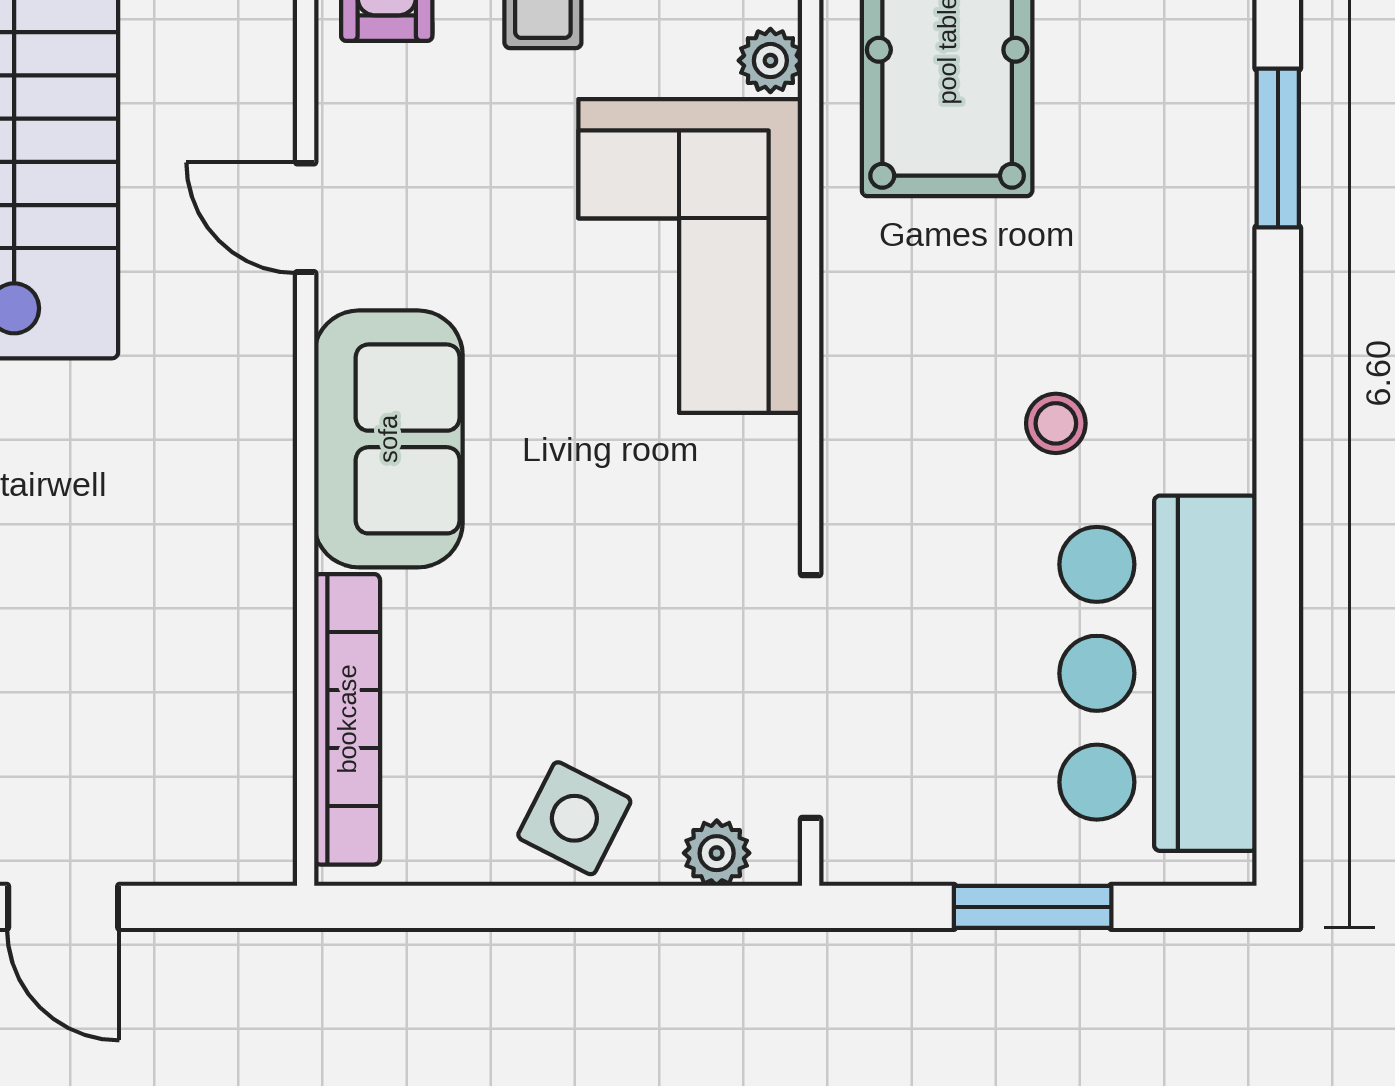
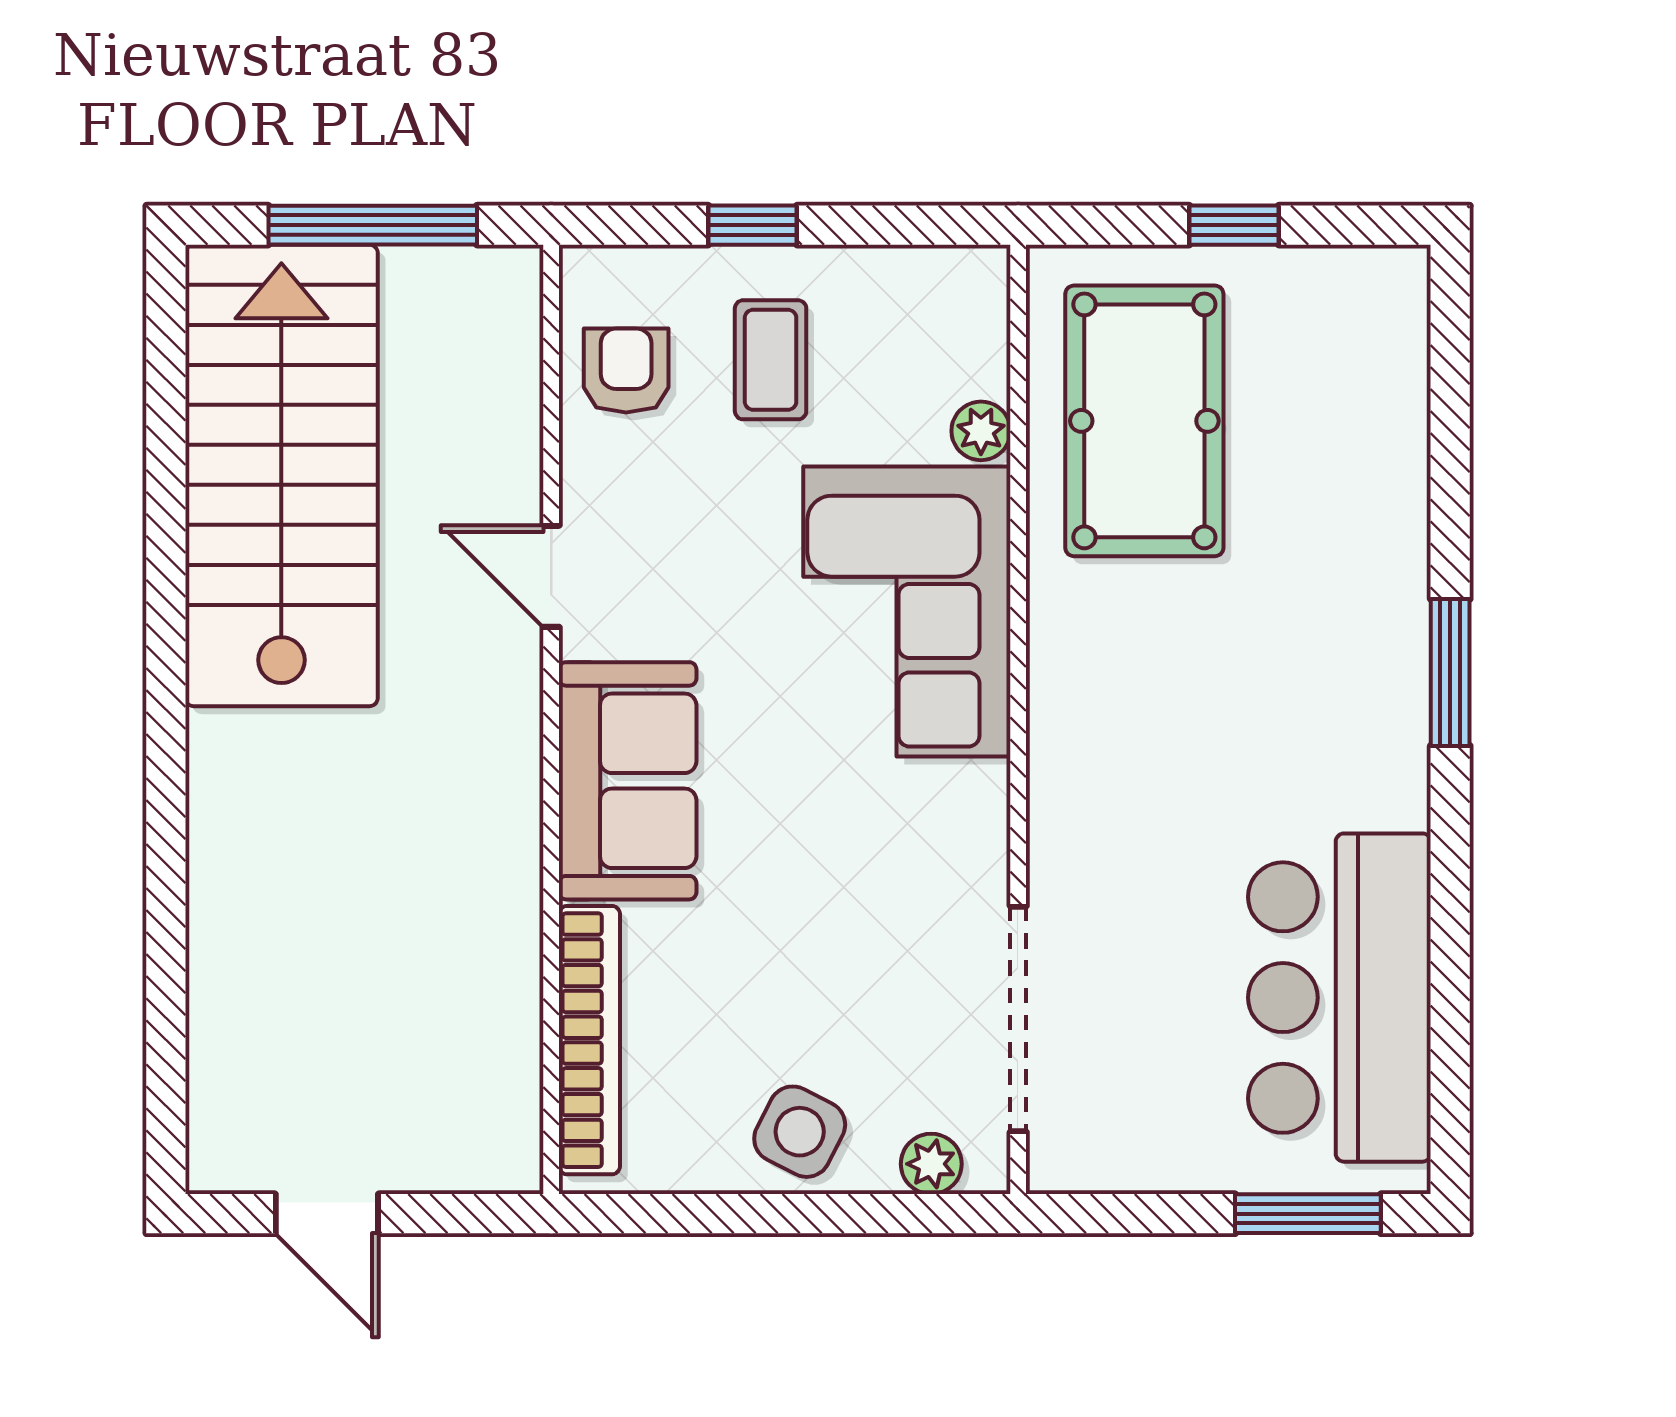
window: (1278, 148) -> (1450, 672), moved
stool: (1056, 423) -> (1245, 766), removed
window: (1033, 907) -> (1308, 1214), moved

